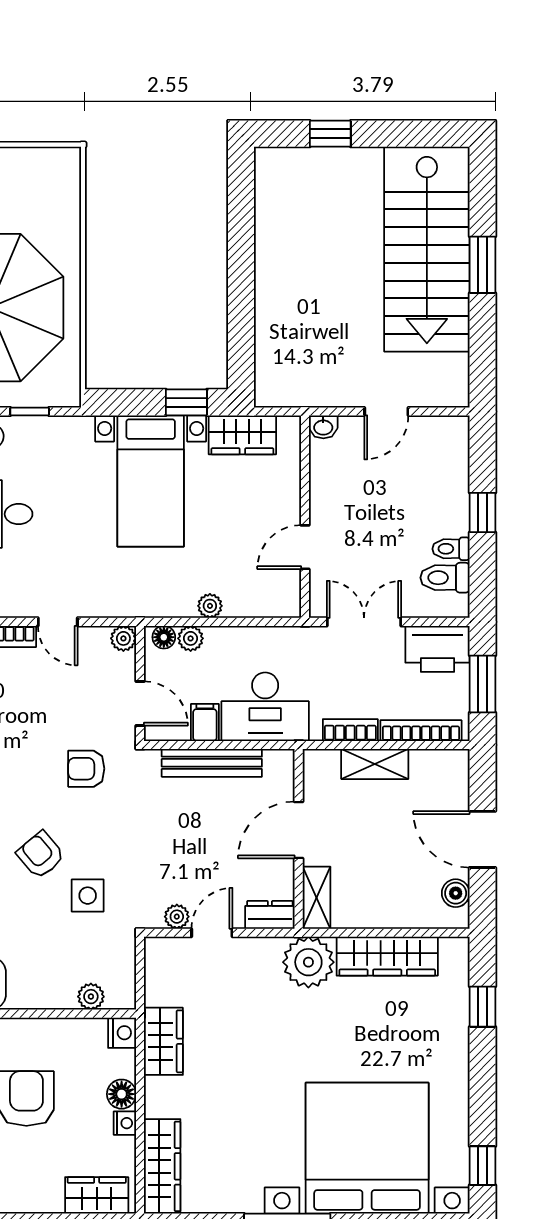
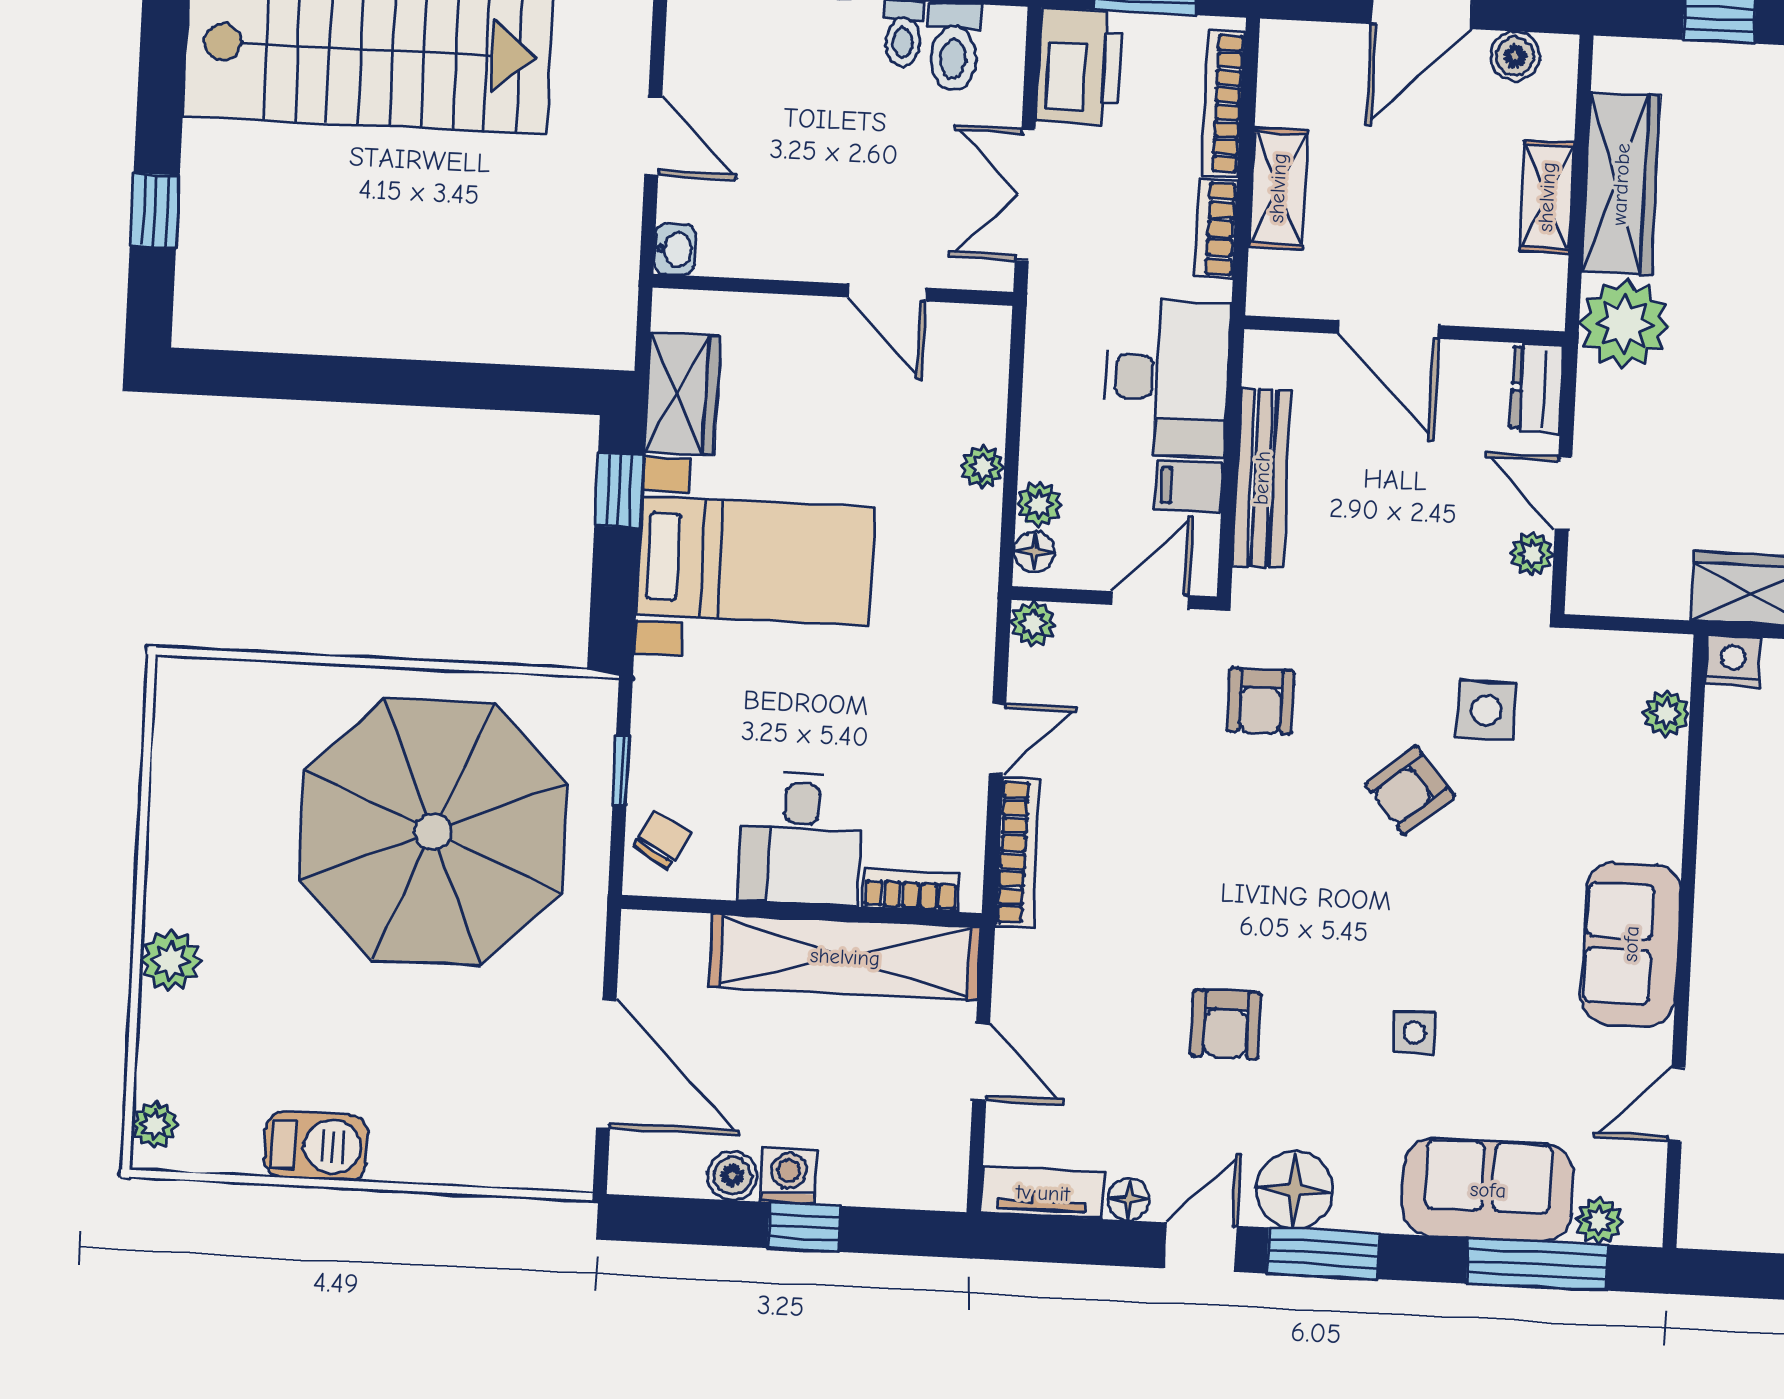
shelving: (316, 898) -> (1547, 197), moved, turned 90

